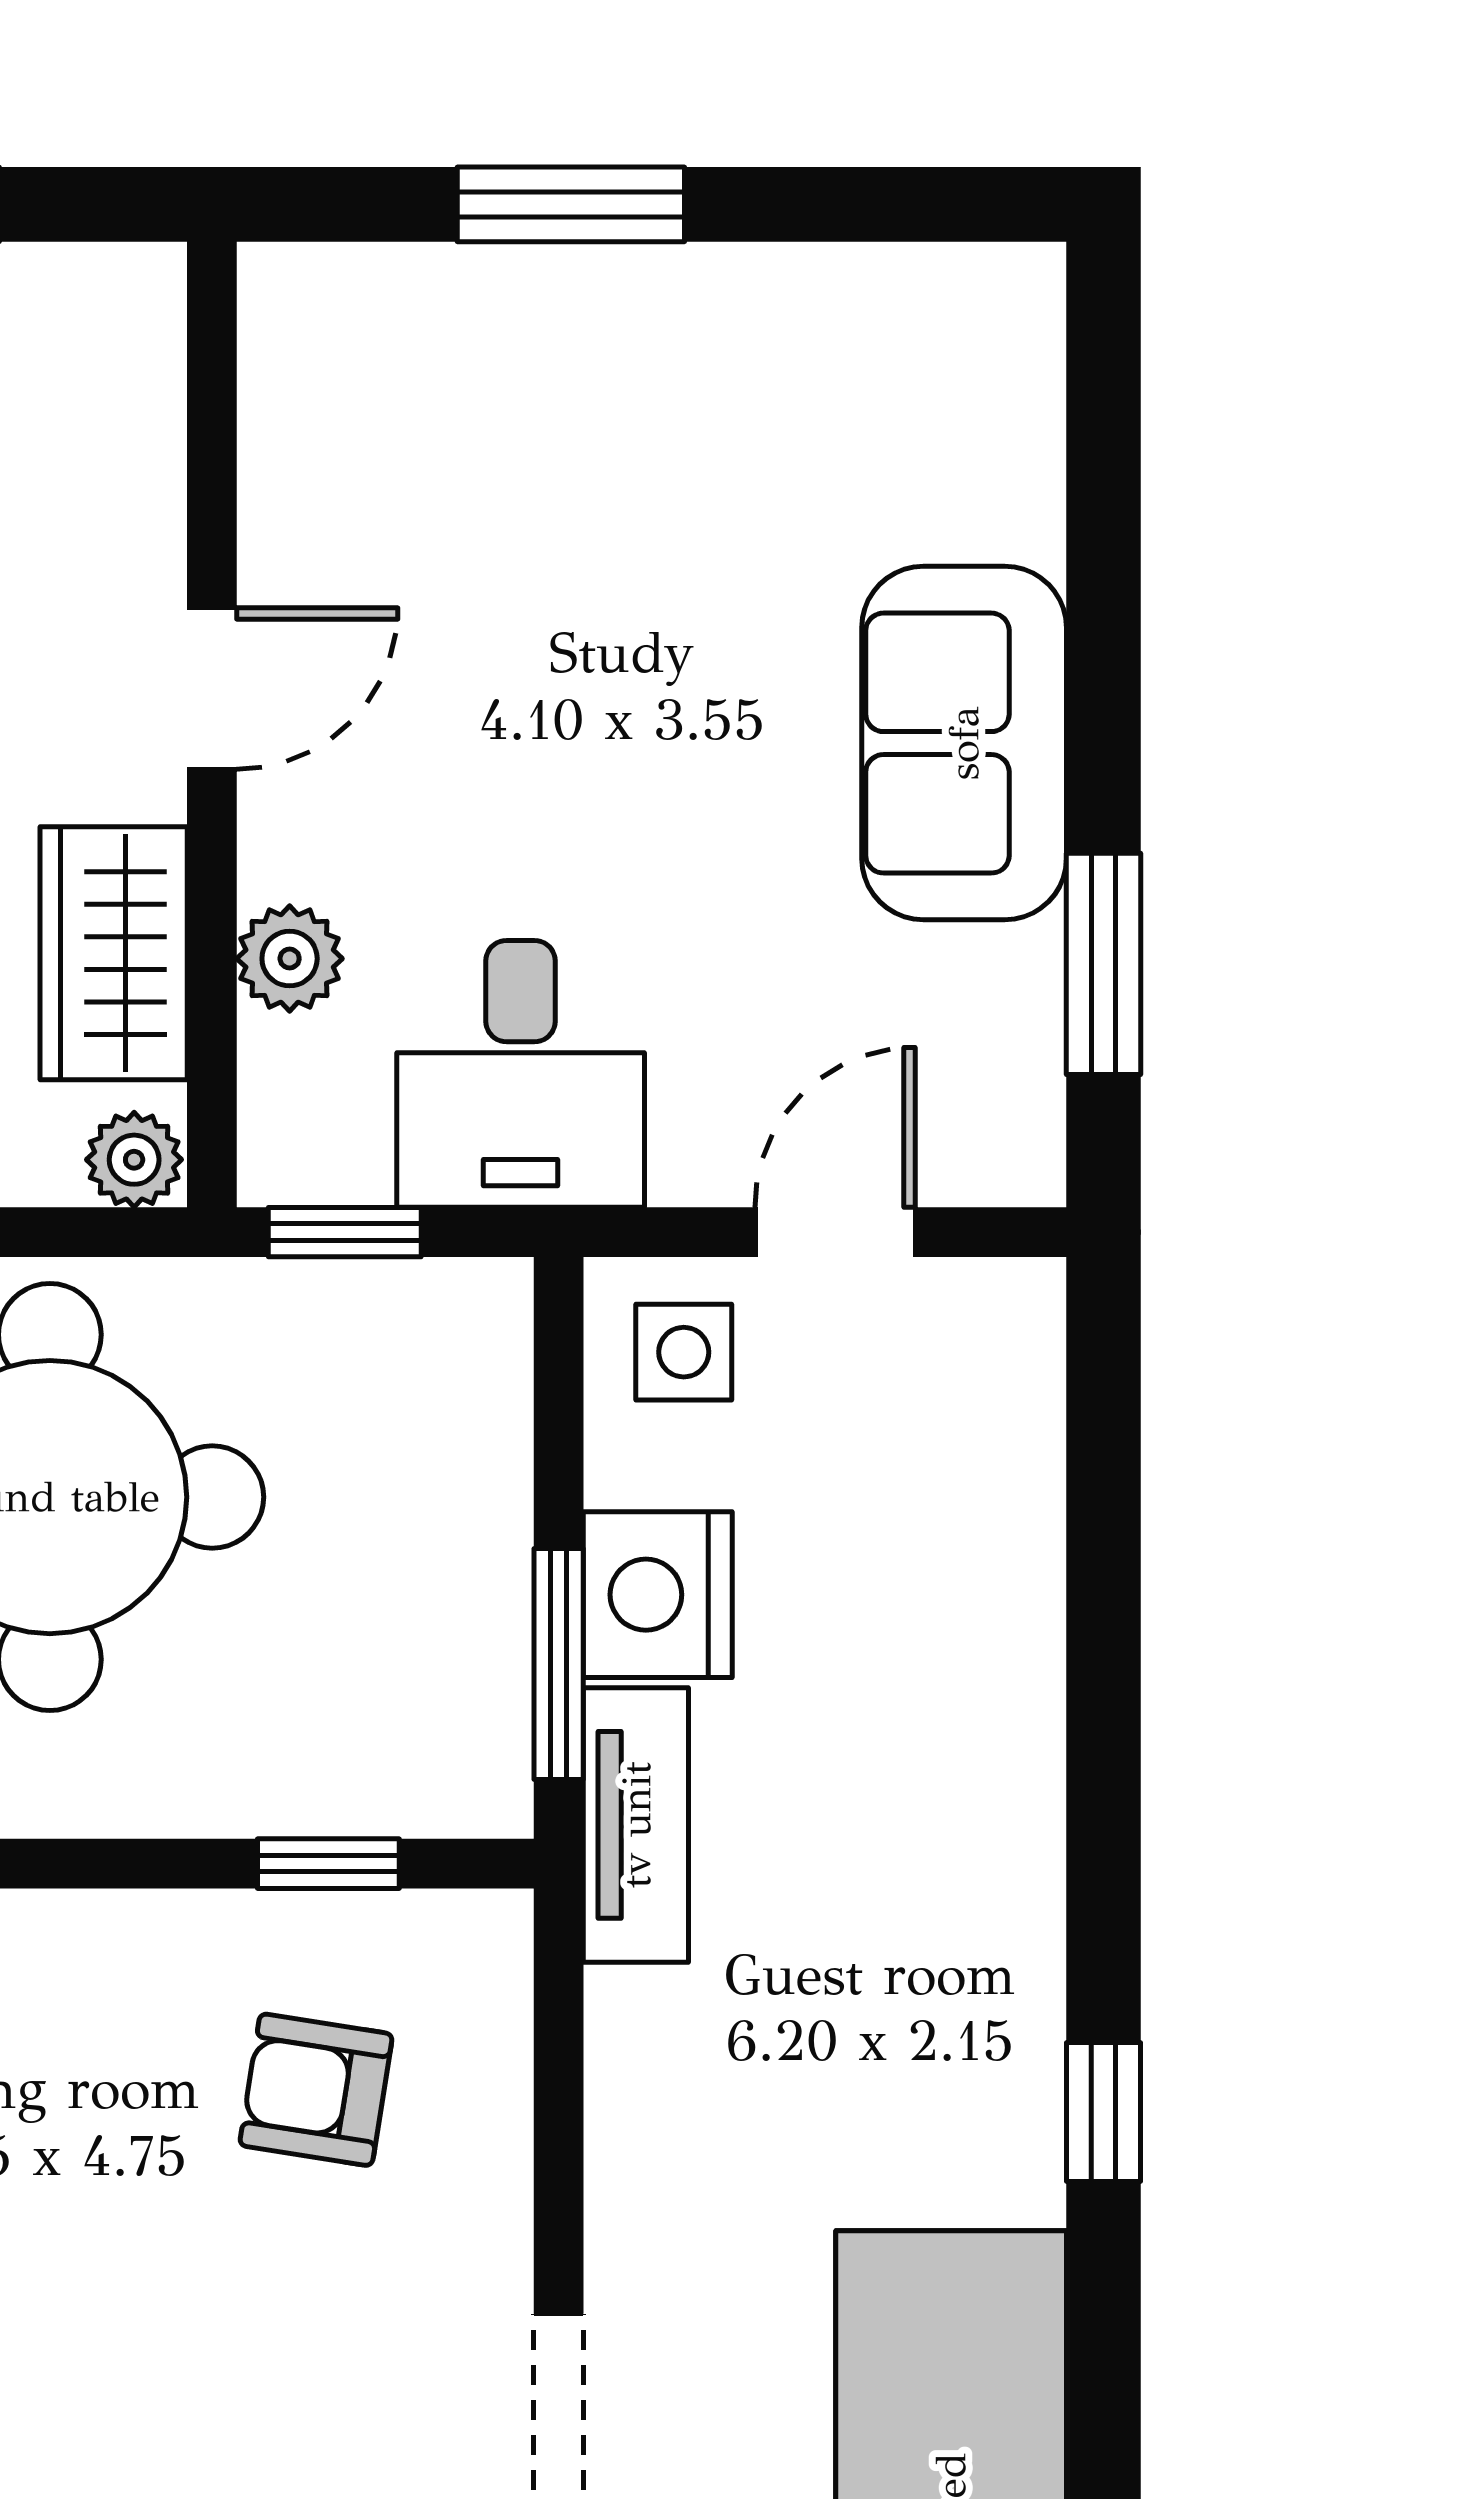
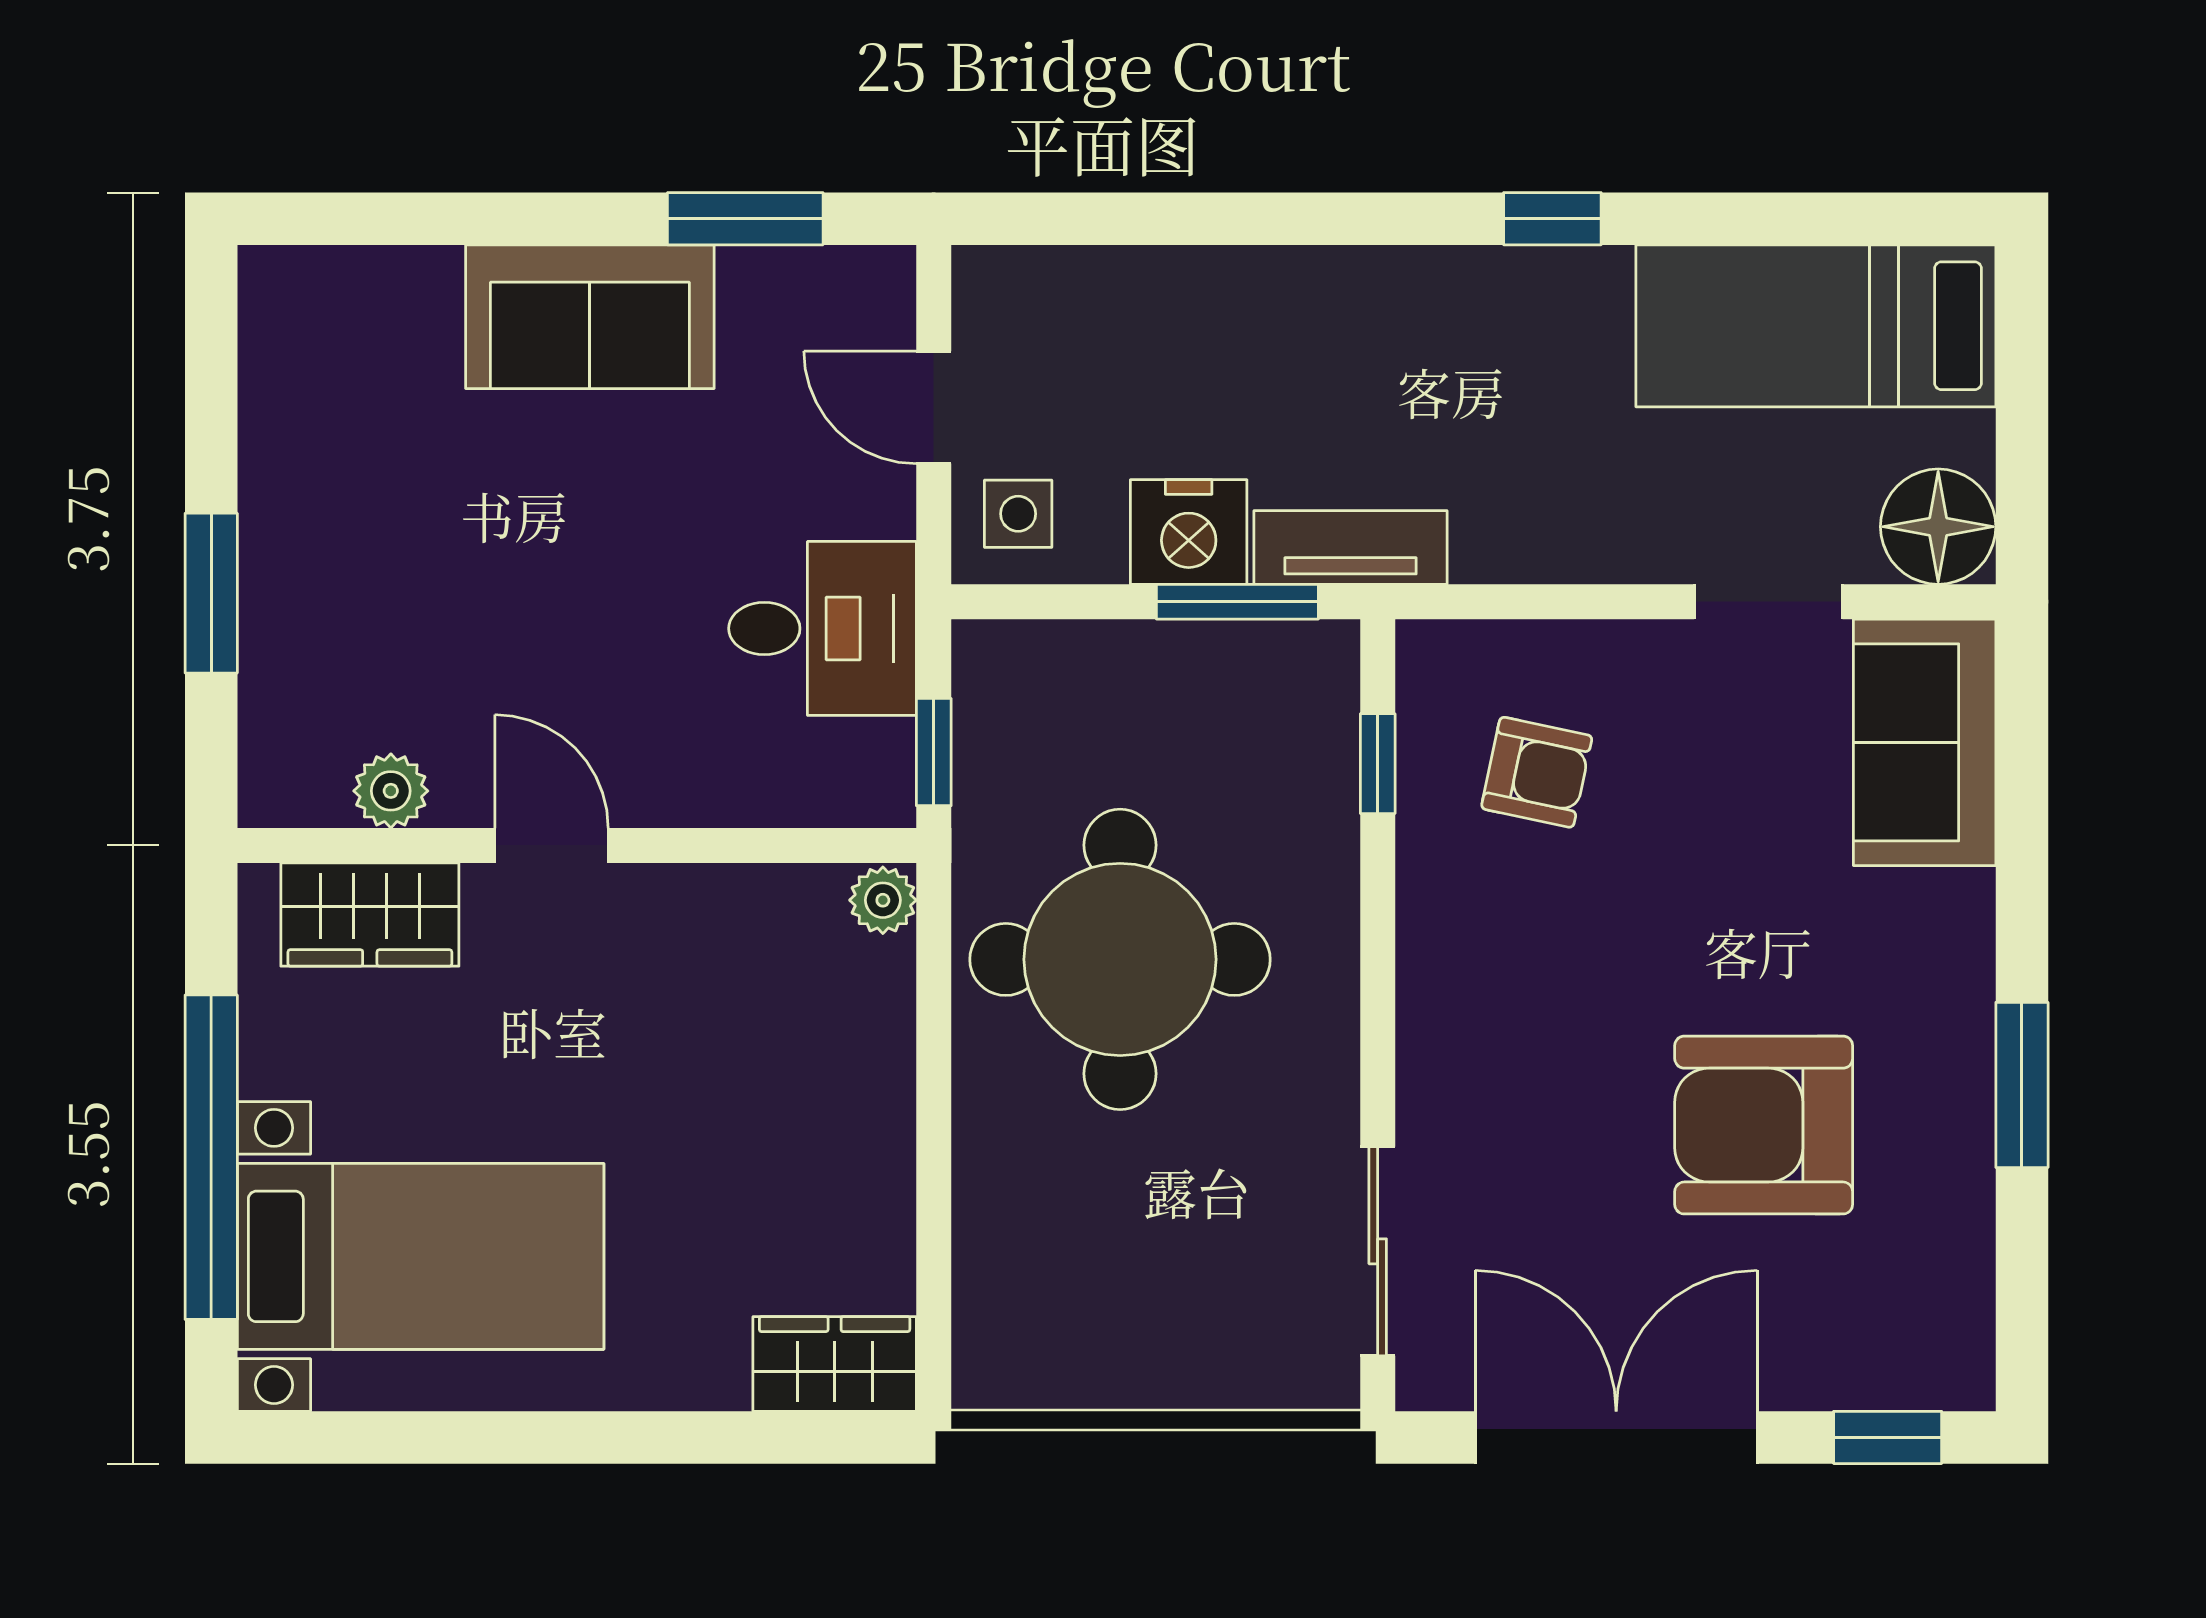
wardrobe: (114, 953) -> (370, 915), moved
plant: (290, 959) -> (391, 791), moved
armchair: (316, 2090) -> (1537, 772), turned -87

